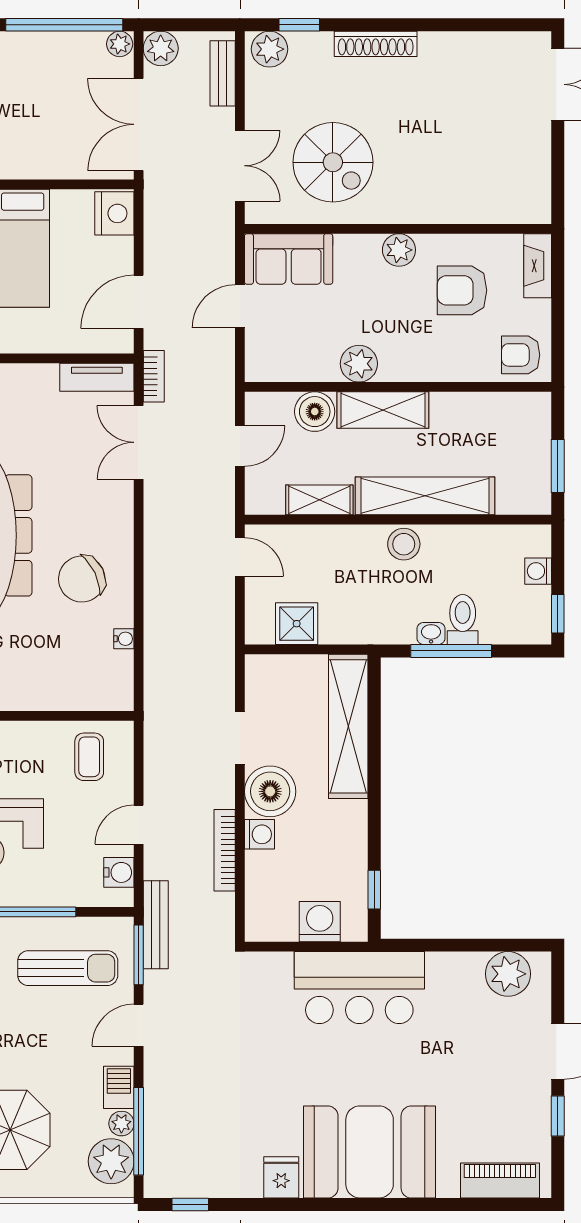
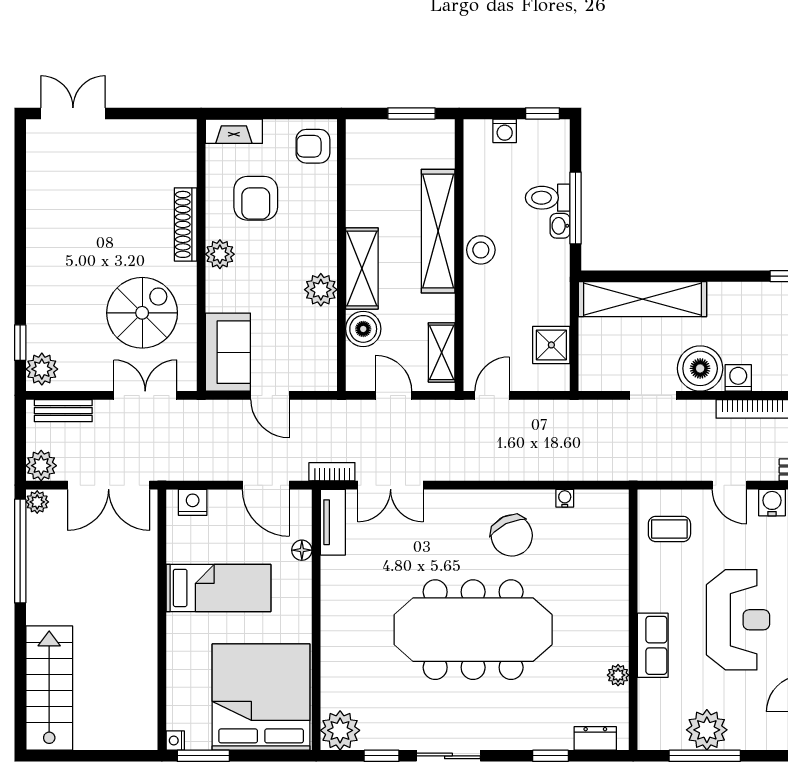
shoe rack: (376, 44) -> (186, 224), moved, turned 180
nightstand: (114, 213) -> (193, 502), width x0.74, depth x0.75
floor lamp: (65, 342) -> (302, 550), added
armchair: (521, 355) -> (313, 146), turned 90
shelving: (319, 500) -> (442, 352), moved

